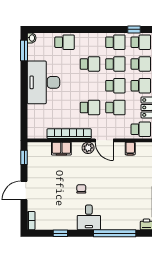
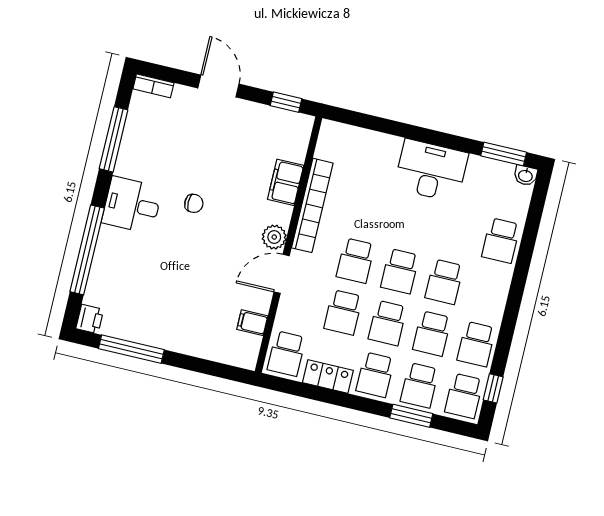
desk: (44, 82) -> (431, 171), width x0.73, depth x0.77
school desk: (90, 86) -> (400, 271), added
window: (60, 233) -> (114, 139), width x2.17

